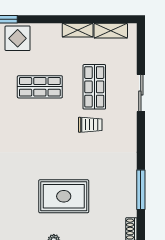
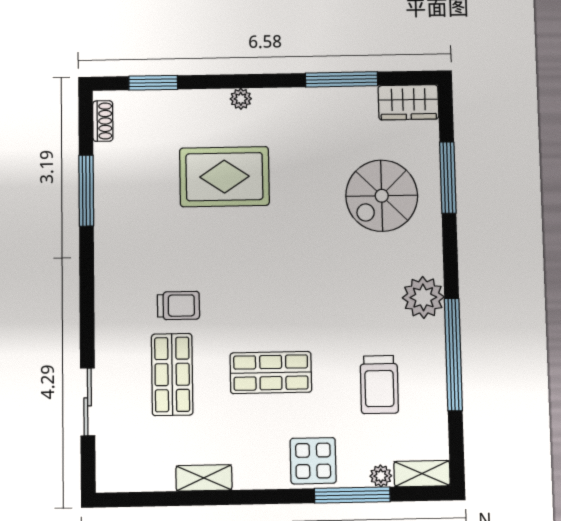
shelving: (111, 31) -> (143, 478), removed
sliding door: (141, 93) -> (88, 402), moved
trolley: (90, 125) -> (178, 306), turned 180

